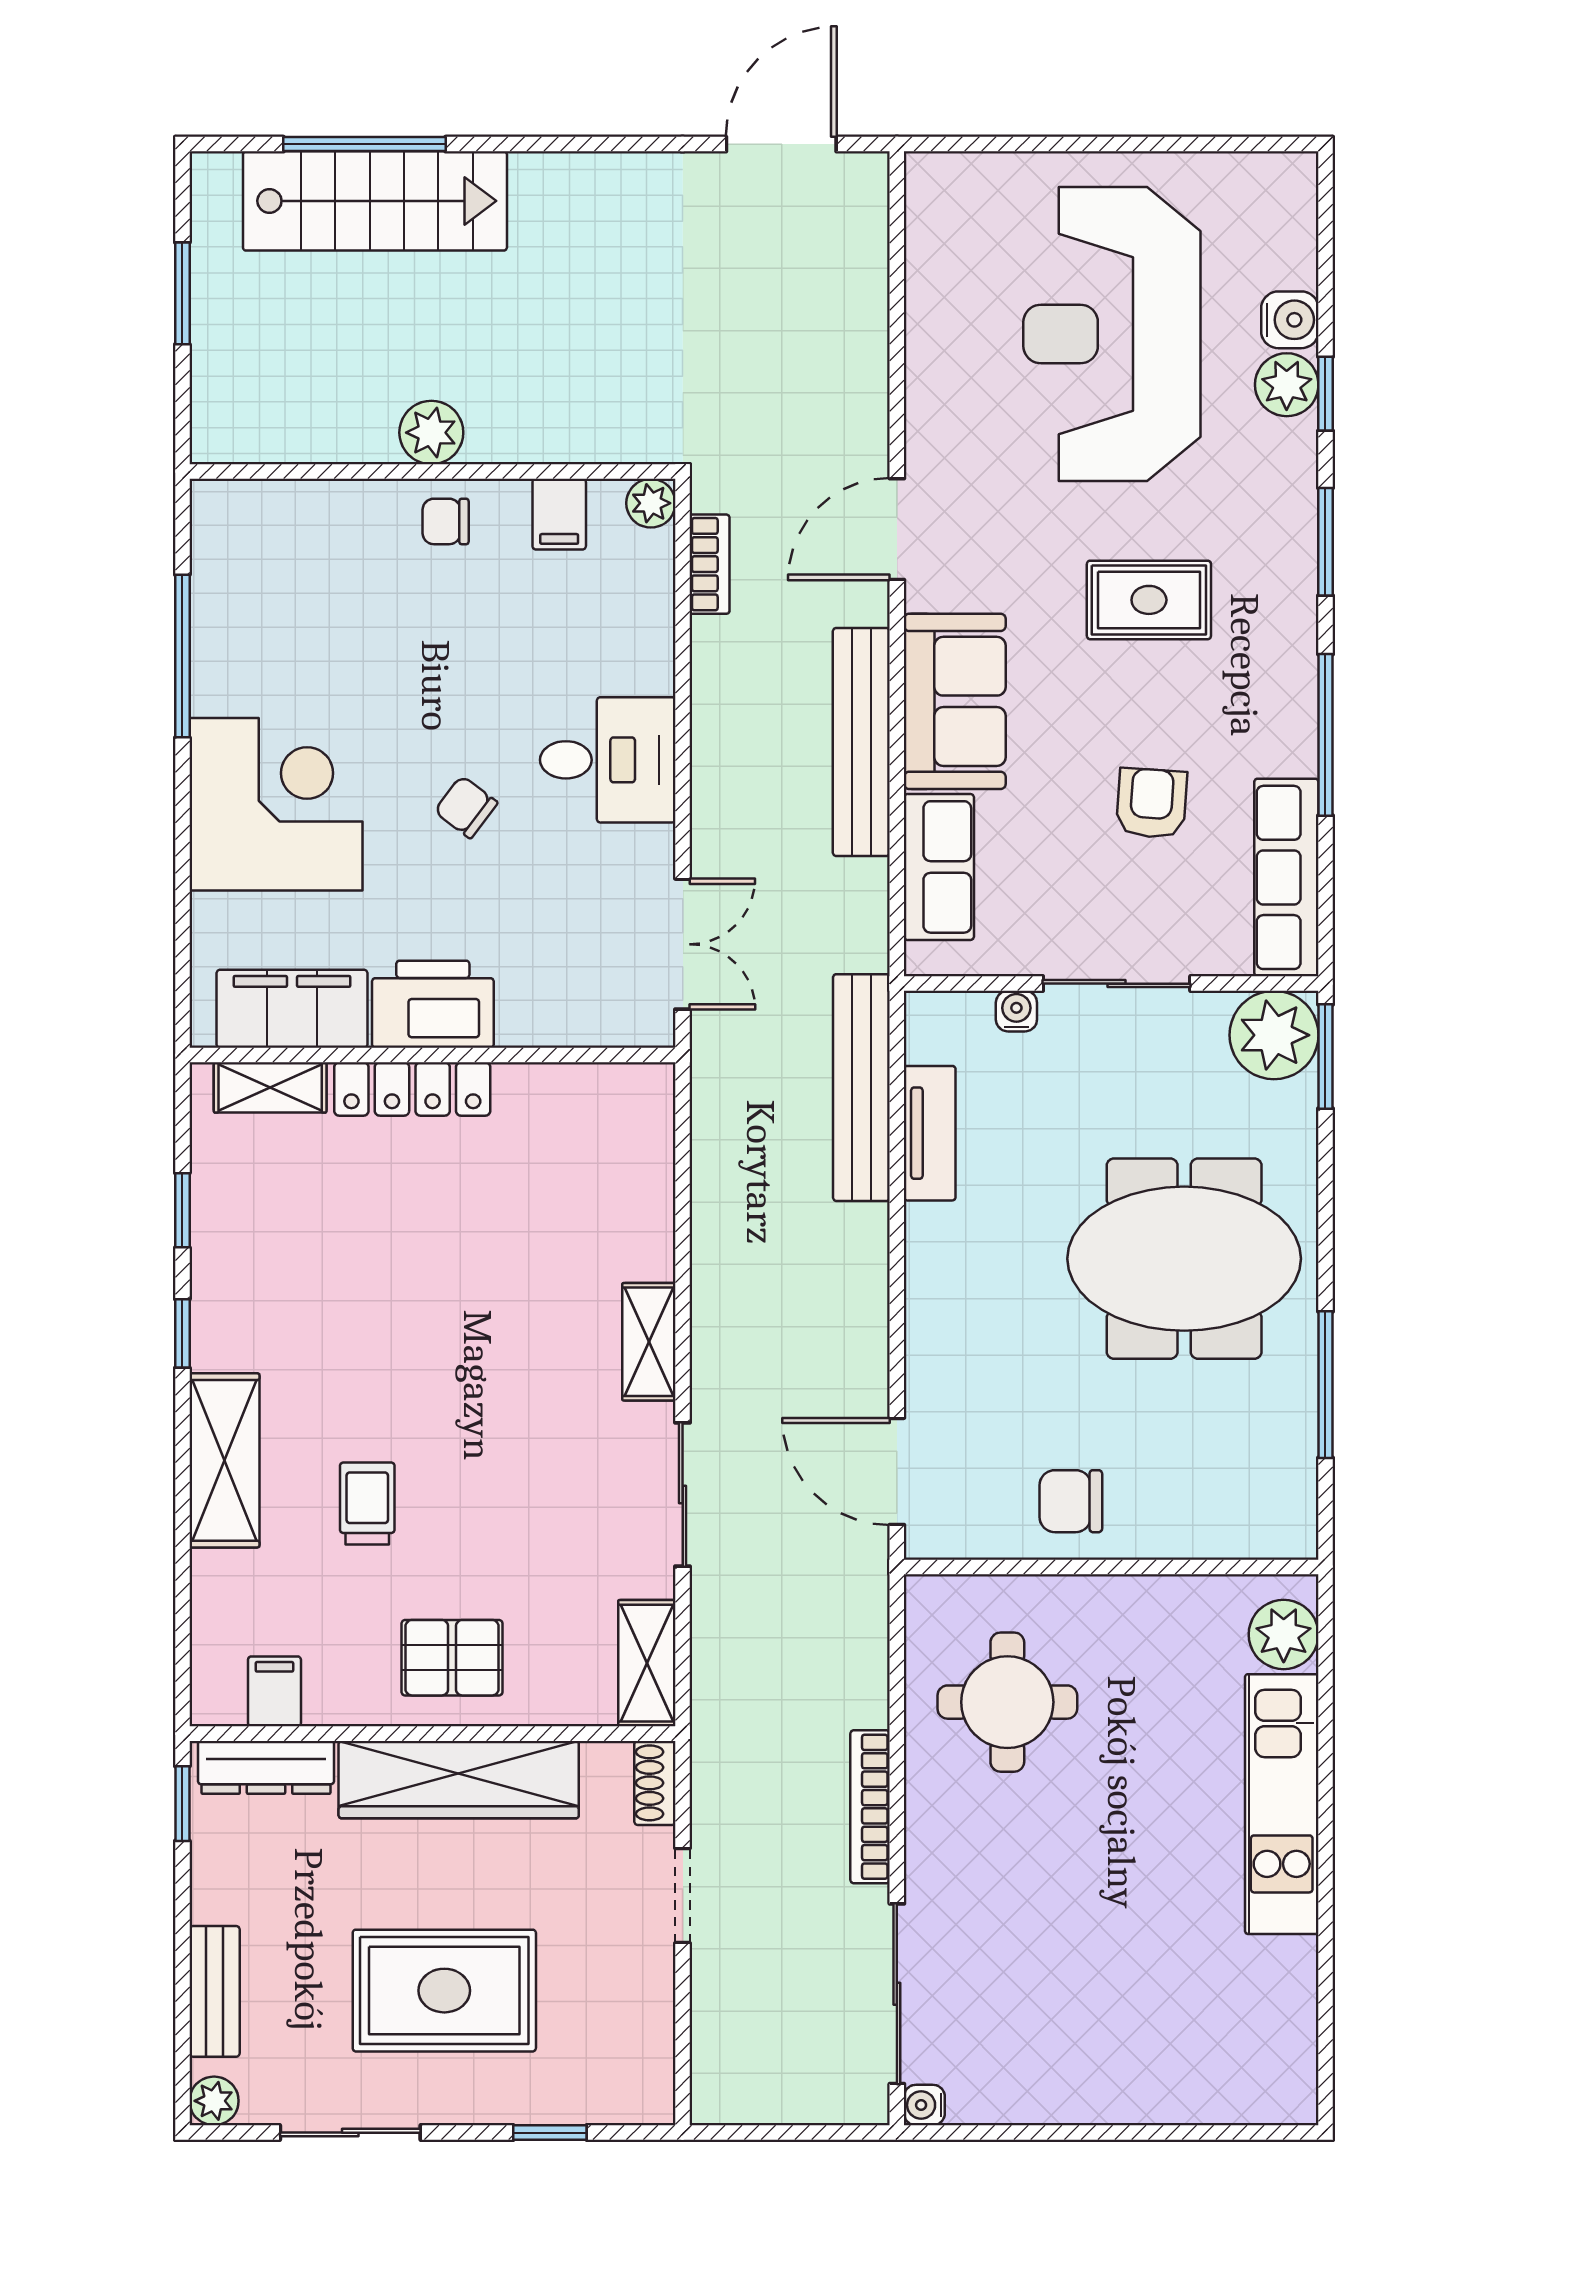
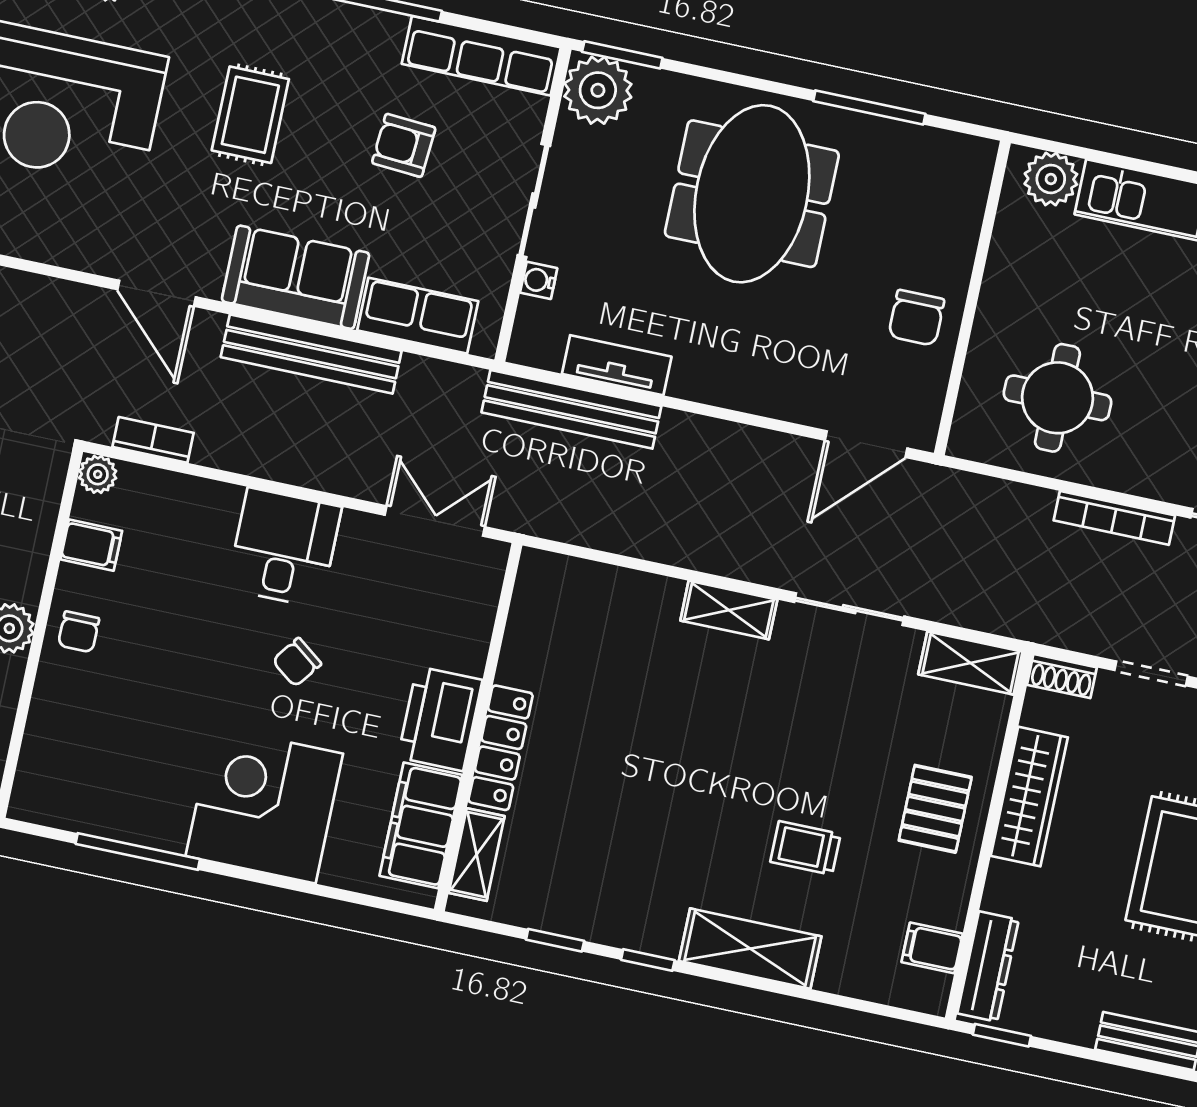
wardrobe: (459, 1780) -> (1029, 797), width x0.71, depth x0.85

